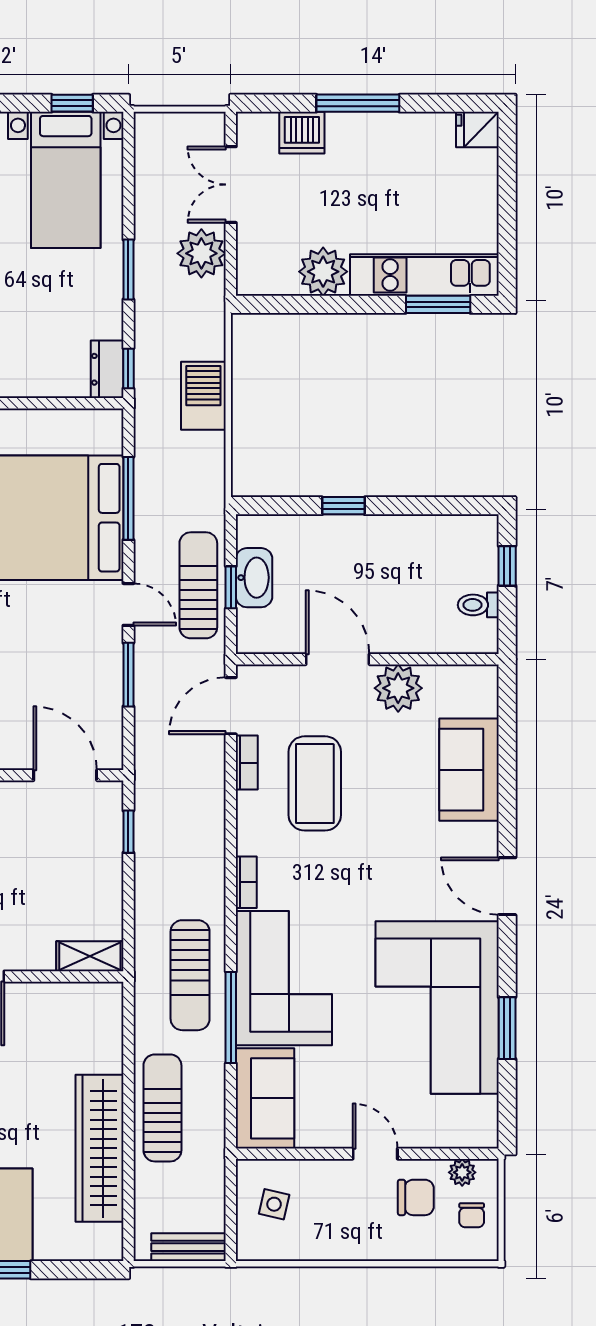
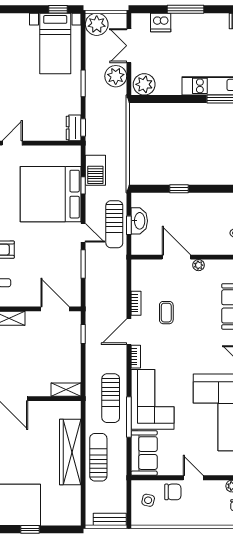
plant: (159, 137) -> (97, 24), added
plant: (323, 272) -> (144, 84), moved
barbecue: (203, 396) -> (95, 170), moved, turned 180
window: (128, 498) -> (83, 185), width x0.46
sun lounger: (198, 585) -> (114, 224), turned 180
plant: (398, 688) -> (199, 265), width x0.53, depth x0.53
door: (231, 706) -> (129, 332), moved
coffee table: (315, 783) -> (166, 313), width x0.54, depth x0.58
wardrobe: (99, 1148) -> (70, 452), moved
chair: (416, 1197) -> (173, 492), moved

